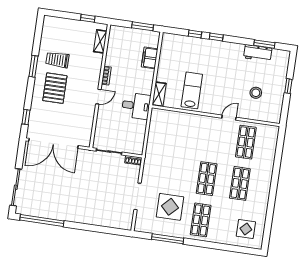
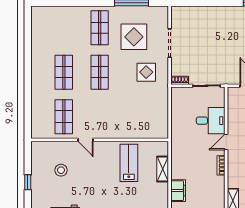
lab bench: (192, 90) -> (129, 163), turned 180
shelving: (159, 94) -> (163, 169), moved
desk: (136, 106) -> (211, 121), moved, turned 180
door: (229, 118) -> (85, 140), hinge flipped
display table: (246, 229) -> (146, 72), moved

